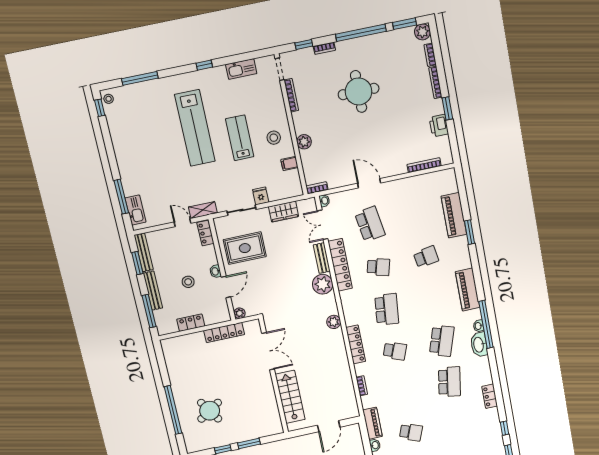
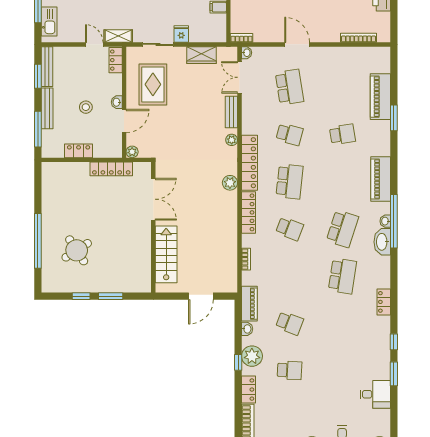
rug: (245, 248) -> (153, 84), turned 90
locker: (340, 265) -> (249, 163), moved
plant: (323, 284) -> (232, 140), width x0.53, depth x0.53

